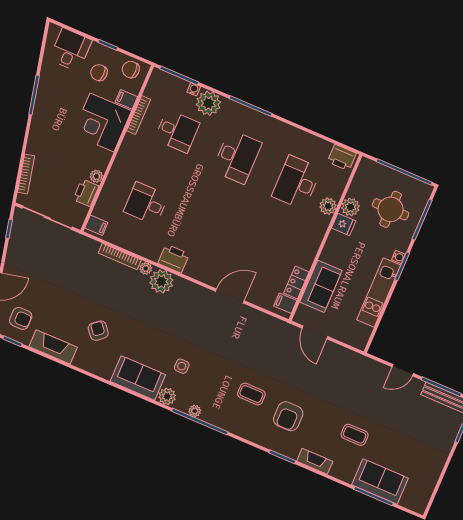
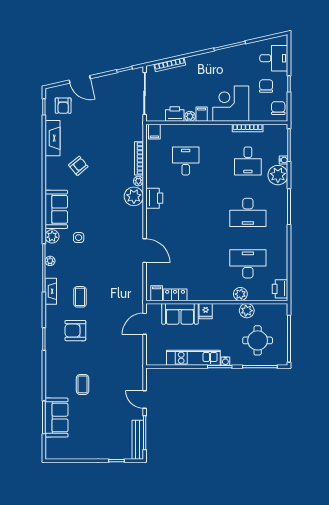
filing cabinet: (126, 99) -> (202, 114), moved
fridge: (344, 224) -> (206, 311), moved
fireplace: (315, 461) -> (51, 291), moved

